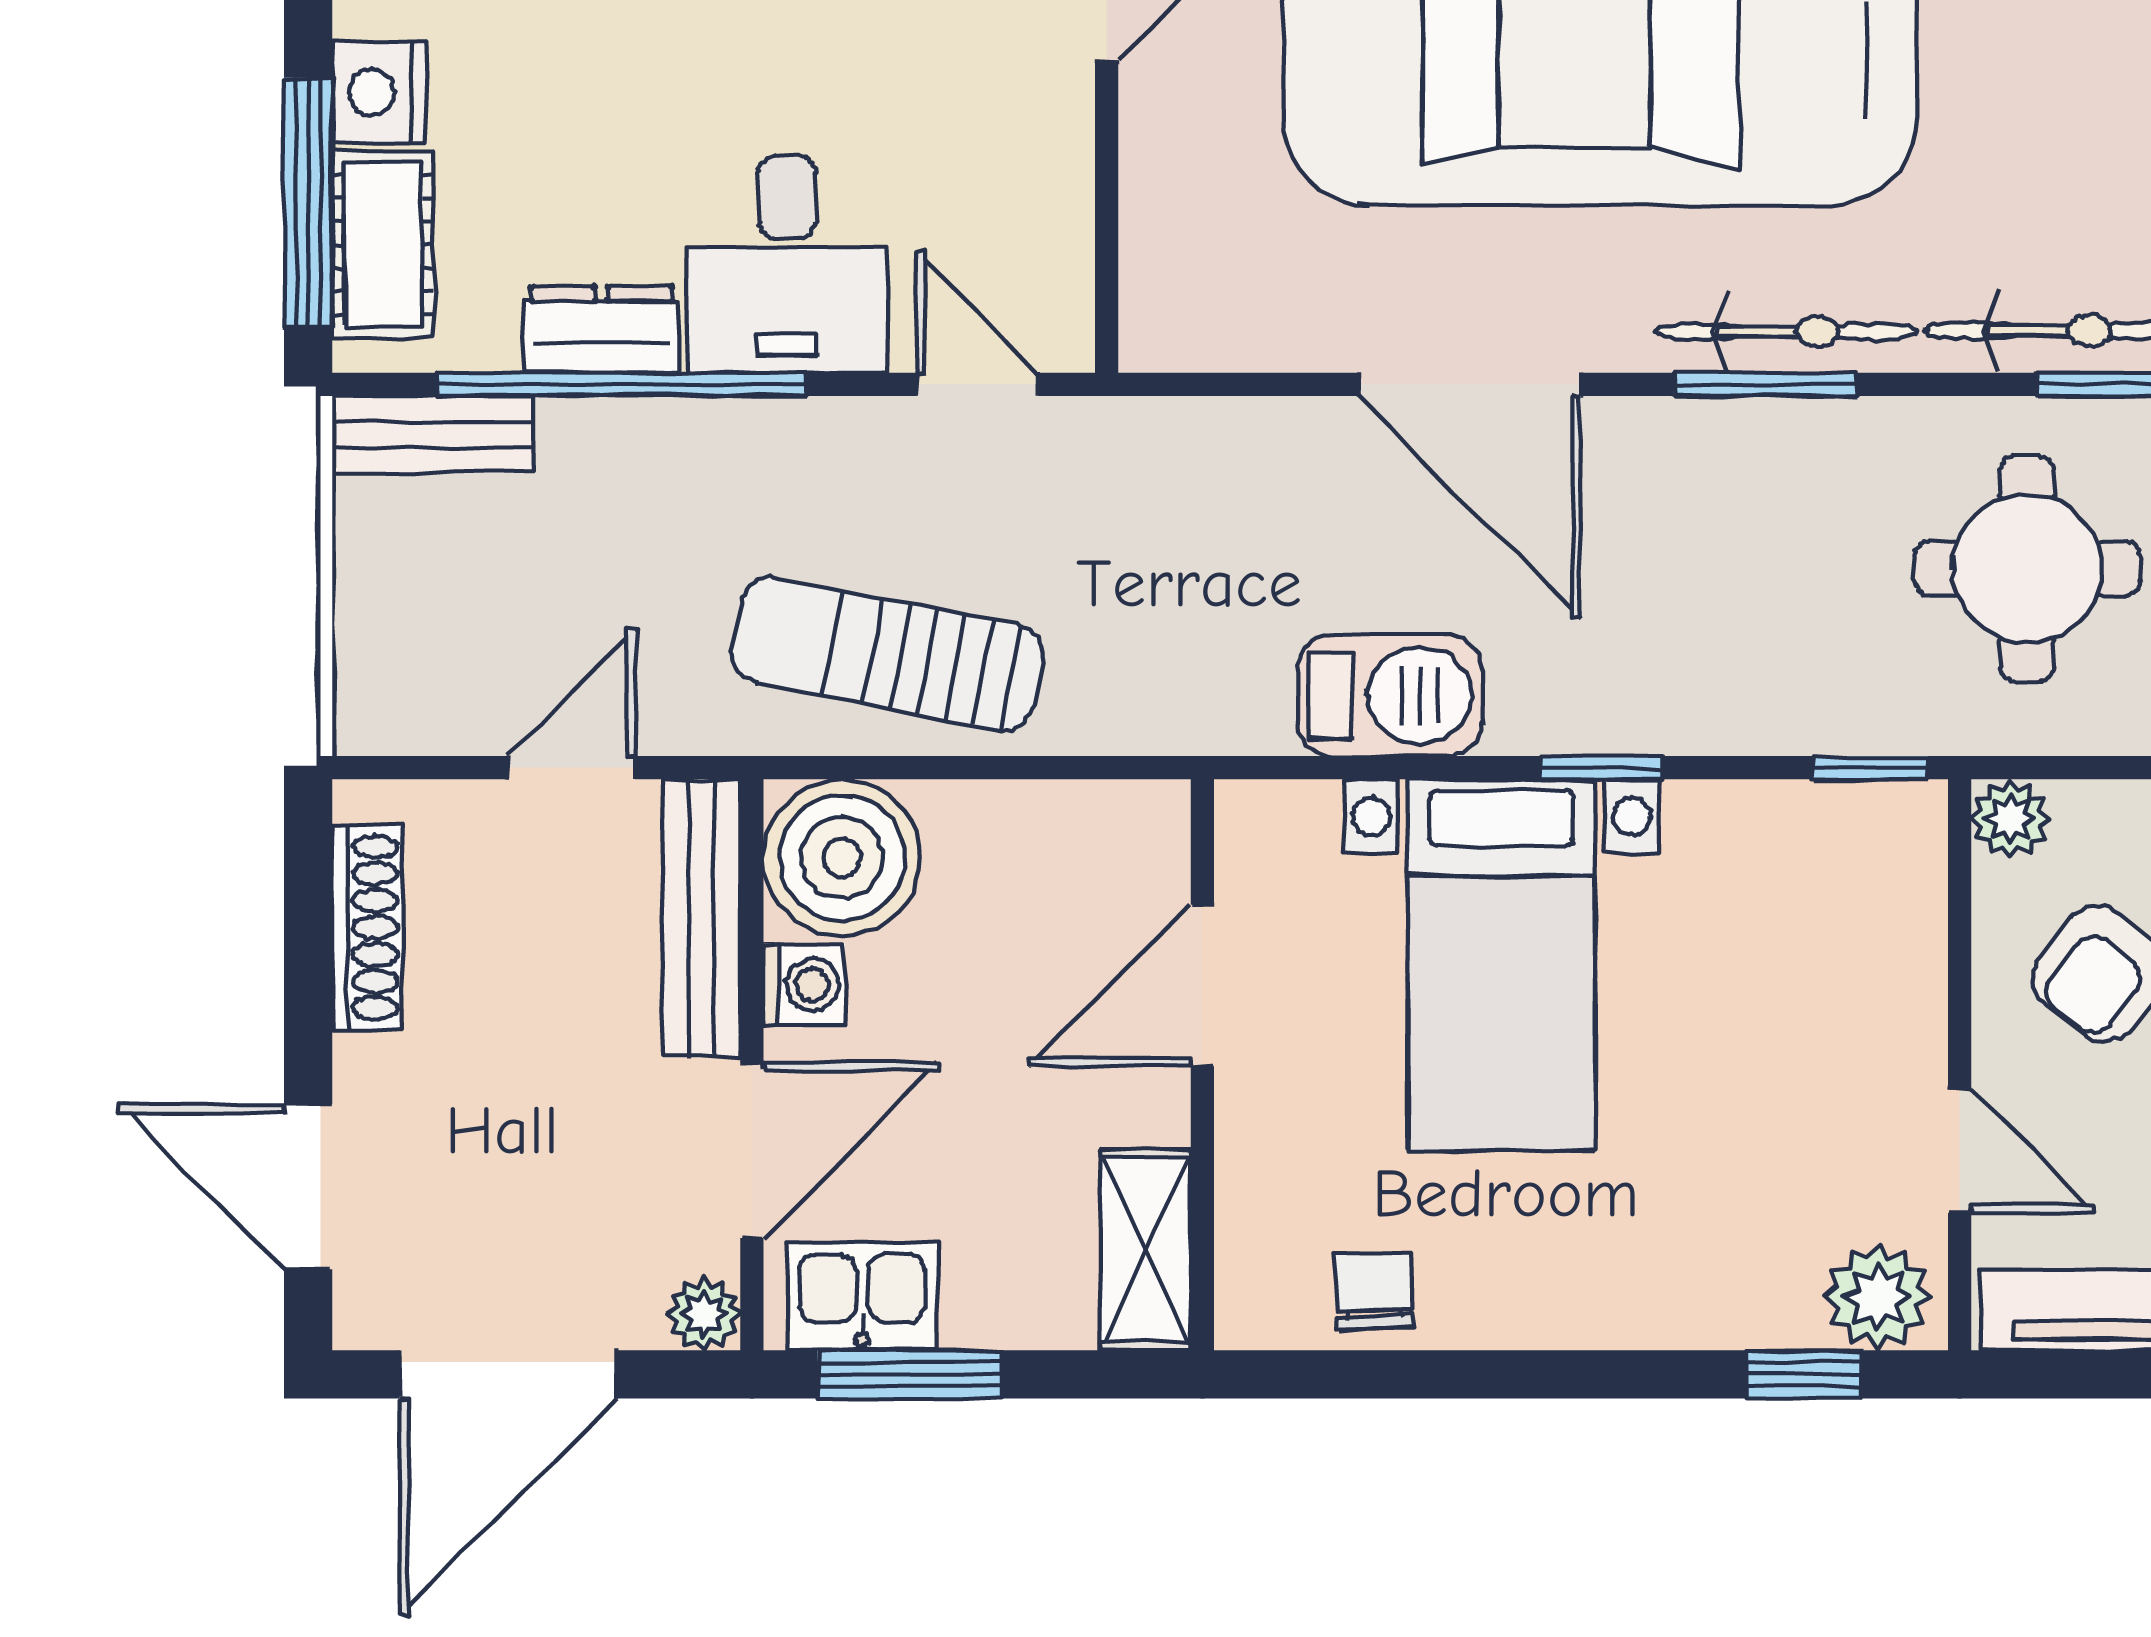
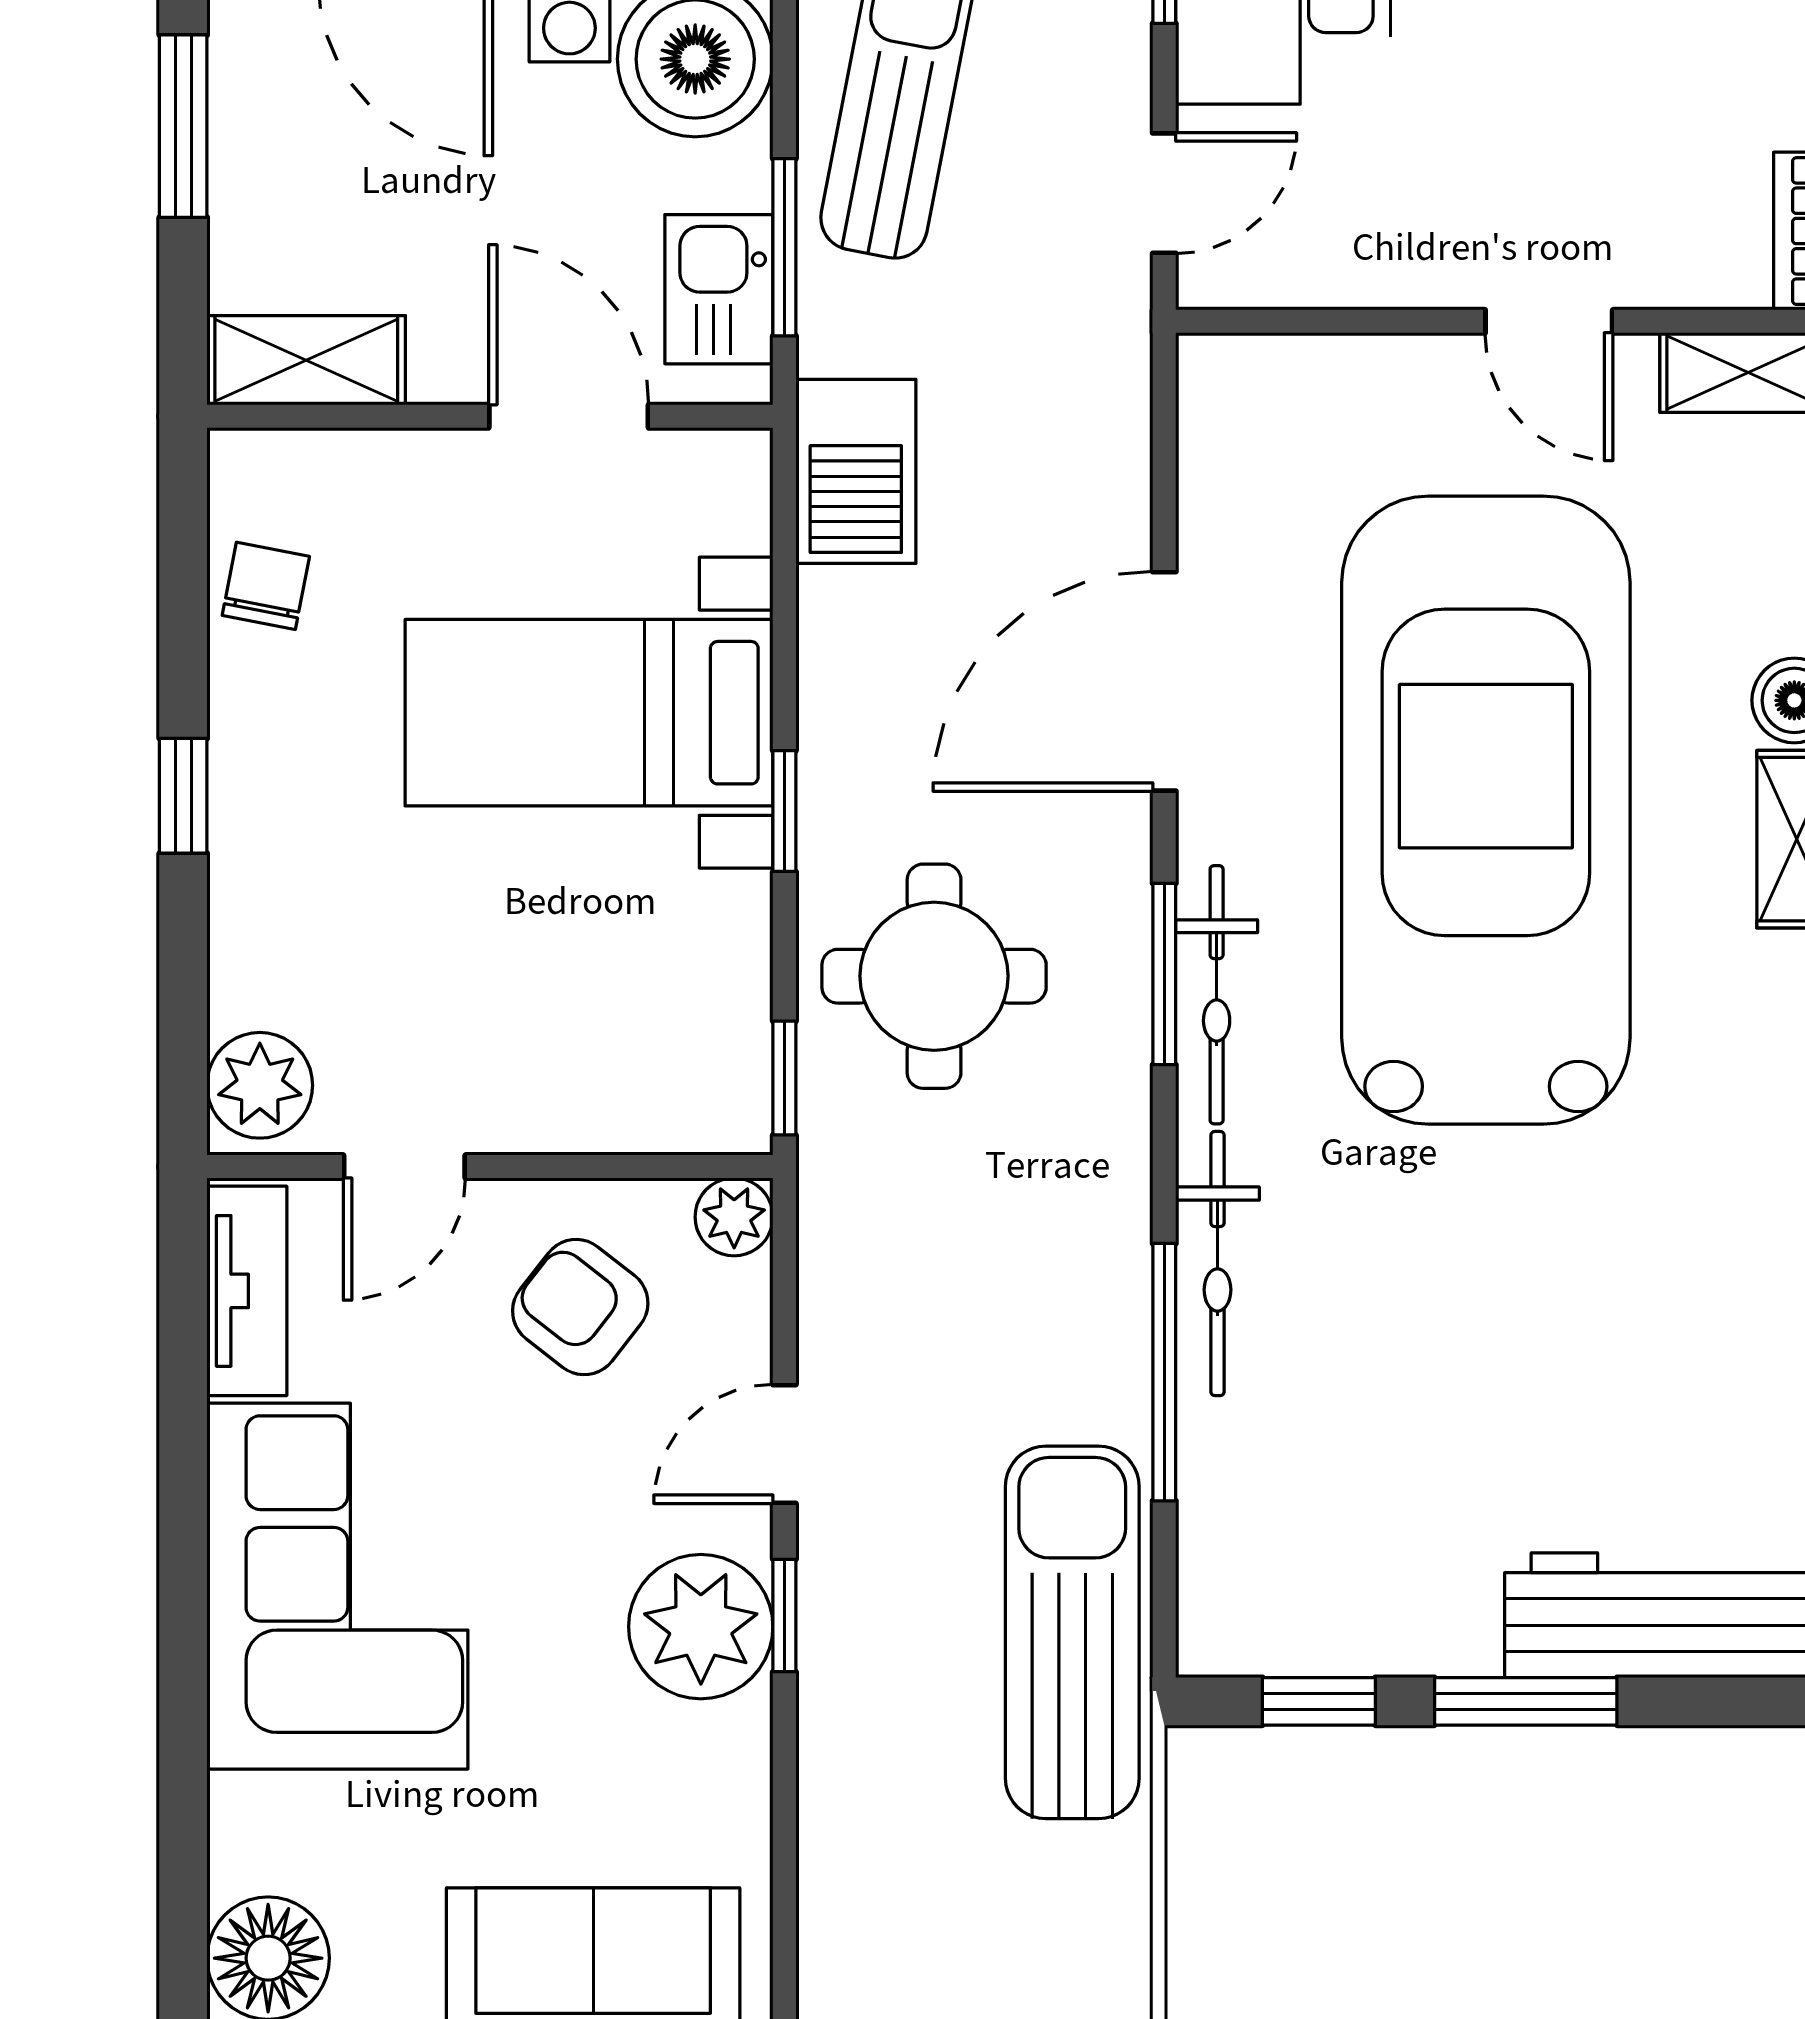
round table: (2027, 568) -> (934, 976), moved
barbecue: (1390, 696) -> (856, 471), moved
window: (1032, 768) -> (784, 247), added
chair: (1374, 1291) -> (266, 586), turned -77
kitchen sink: (862, 1296) -> (719, 289), moved, turned 180
window: (1804, 1374) -> (183, 796), moved

